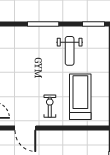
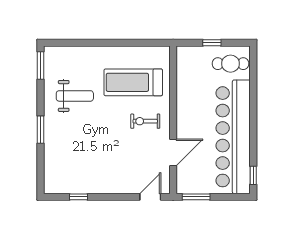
window: (43, 24) -> (41, 130), width x0.69

